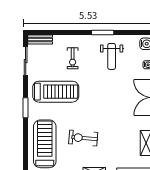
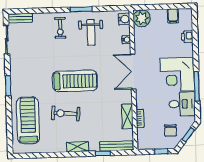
exercise bike: (73, 58) -> (60, 28), moved
treadmill: (56, 92) -> (75, 81), moved

